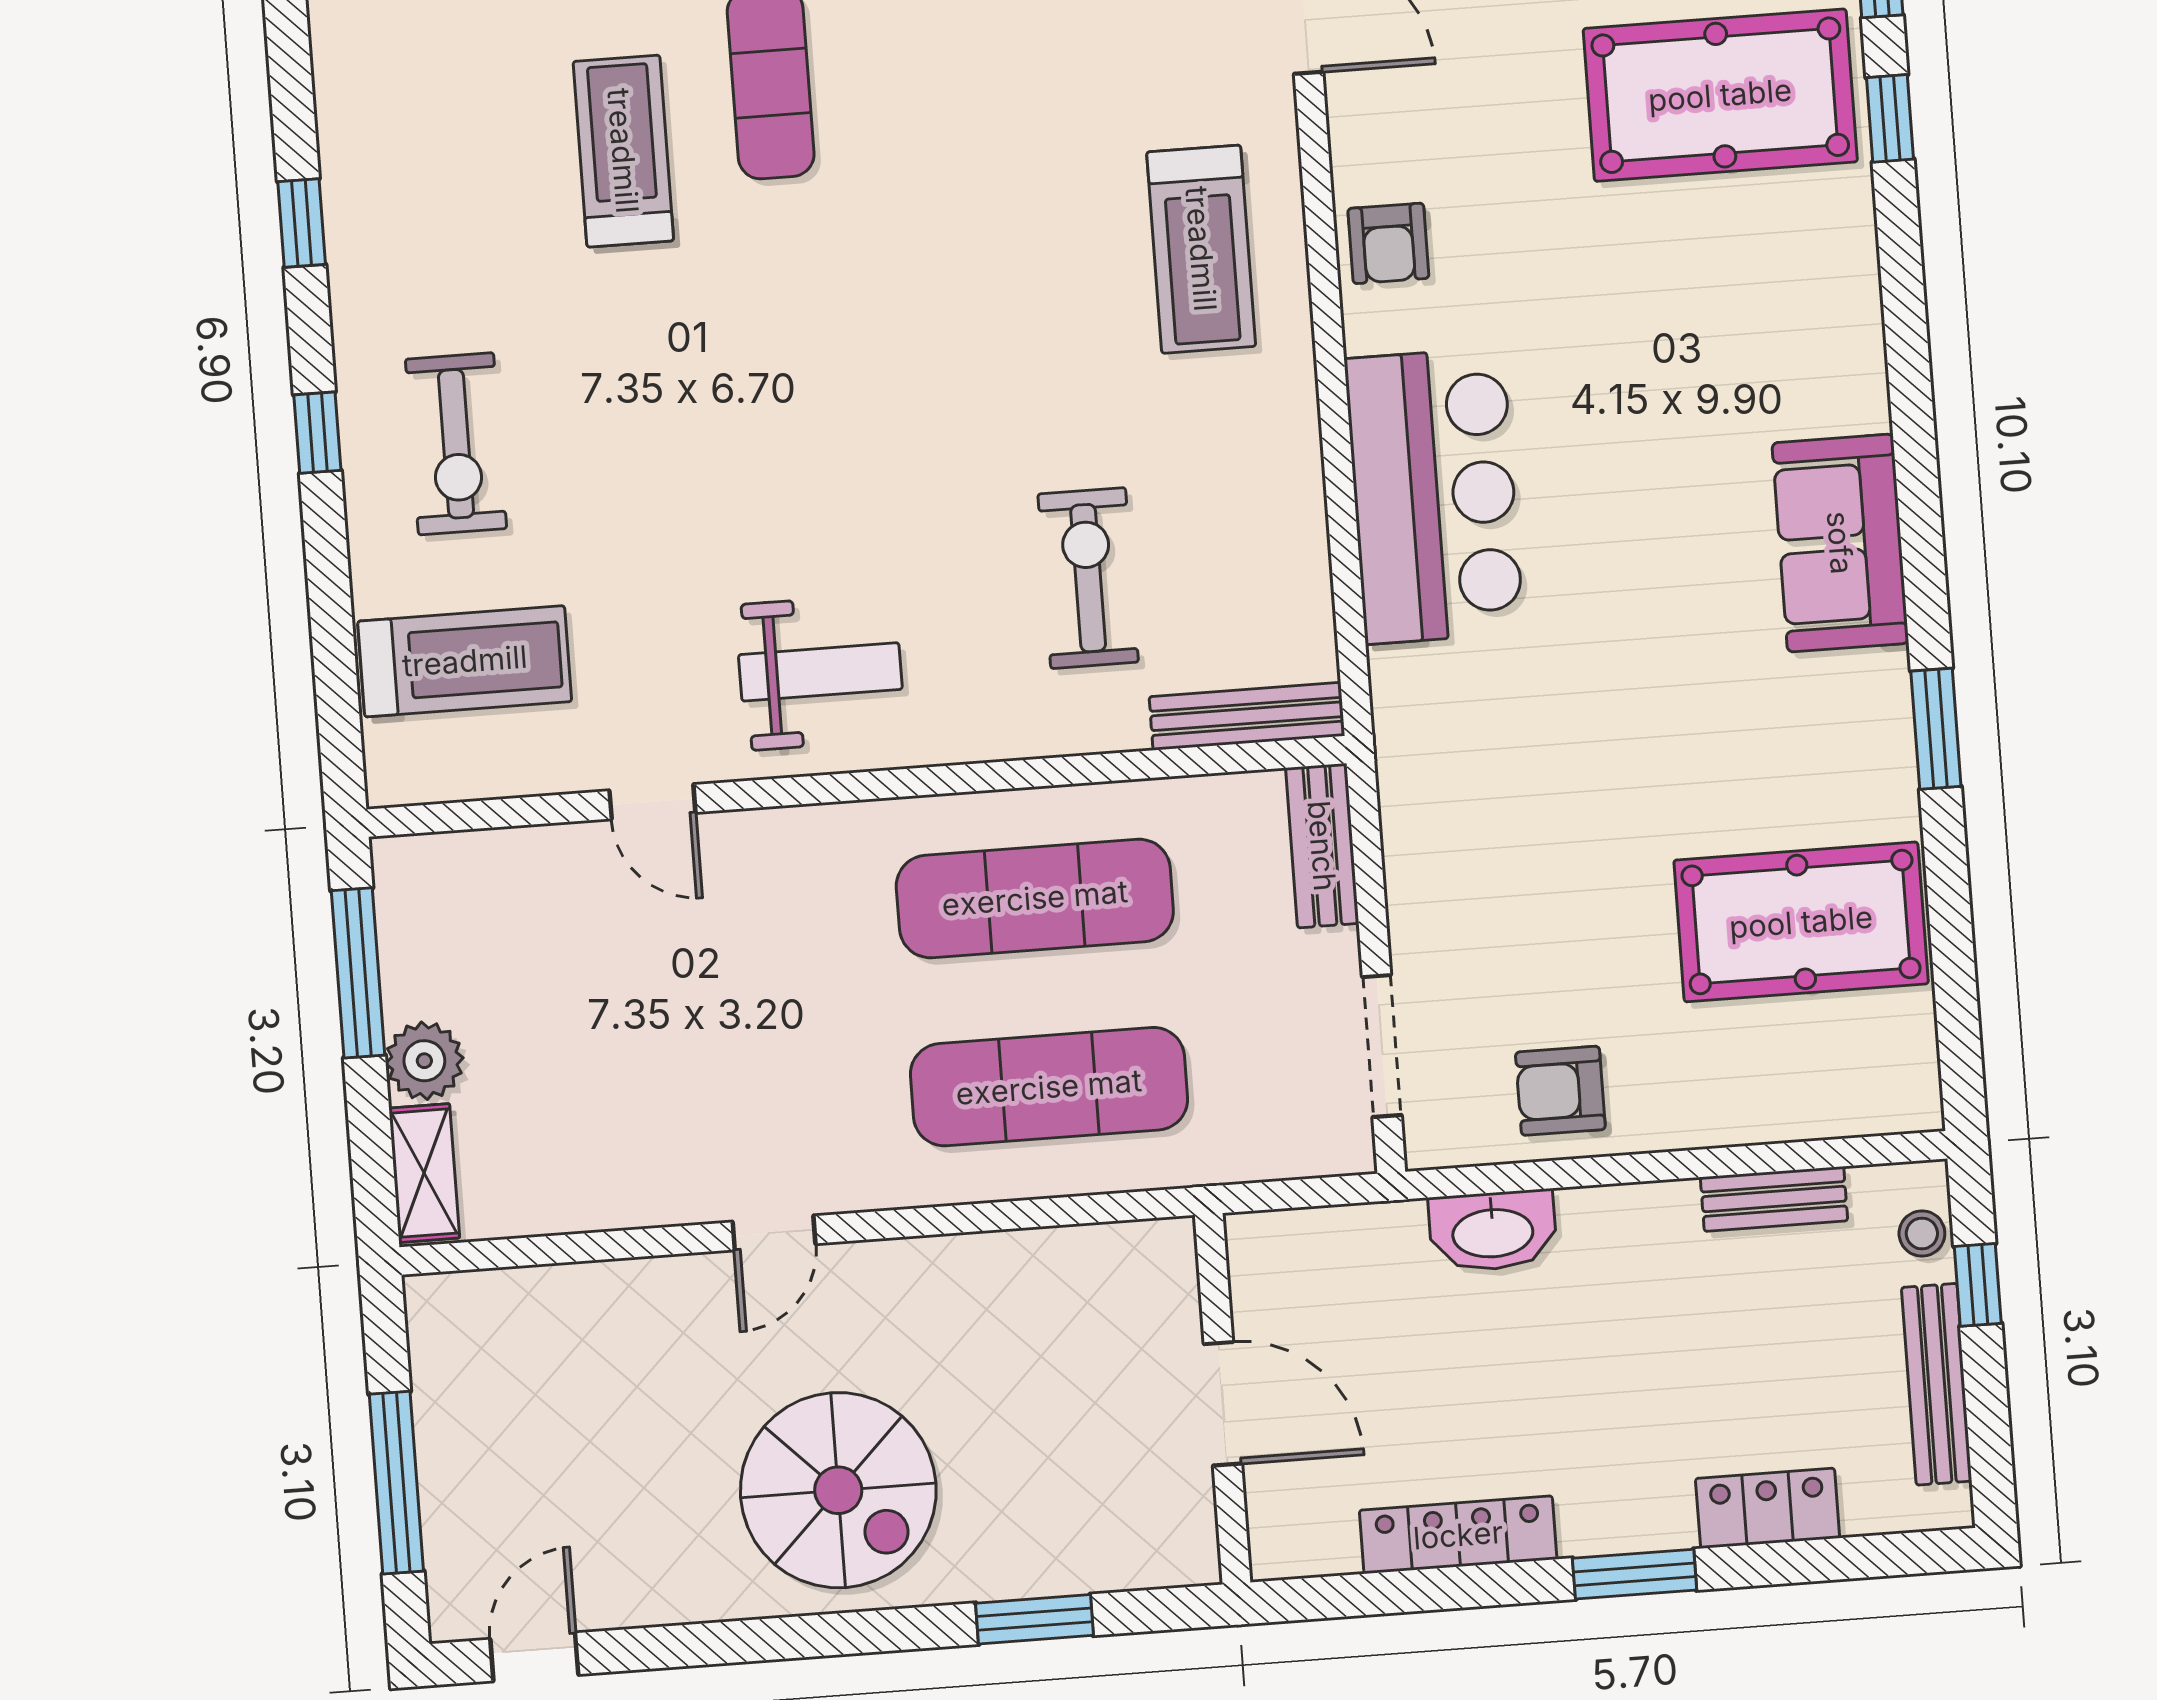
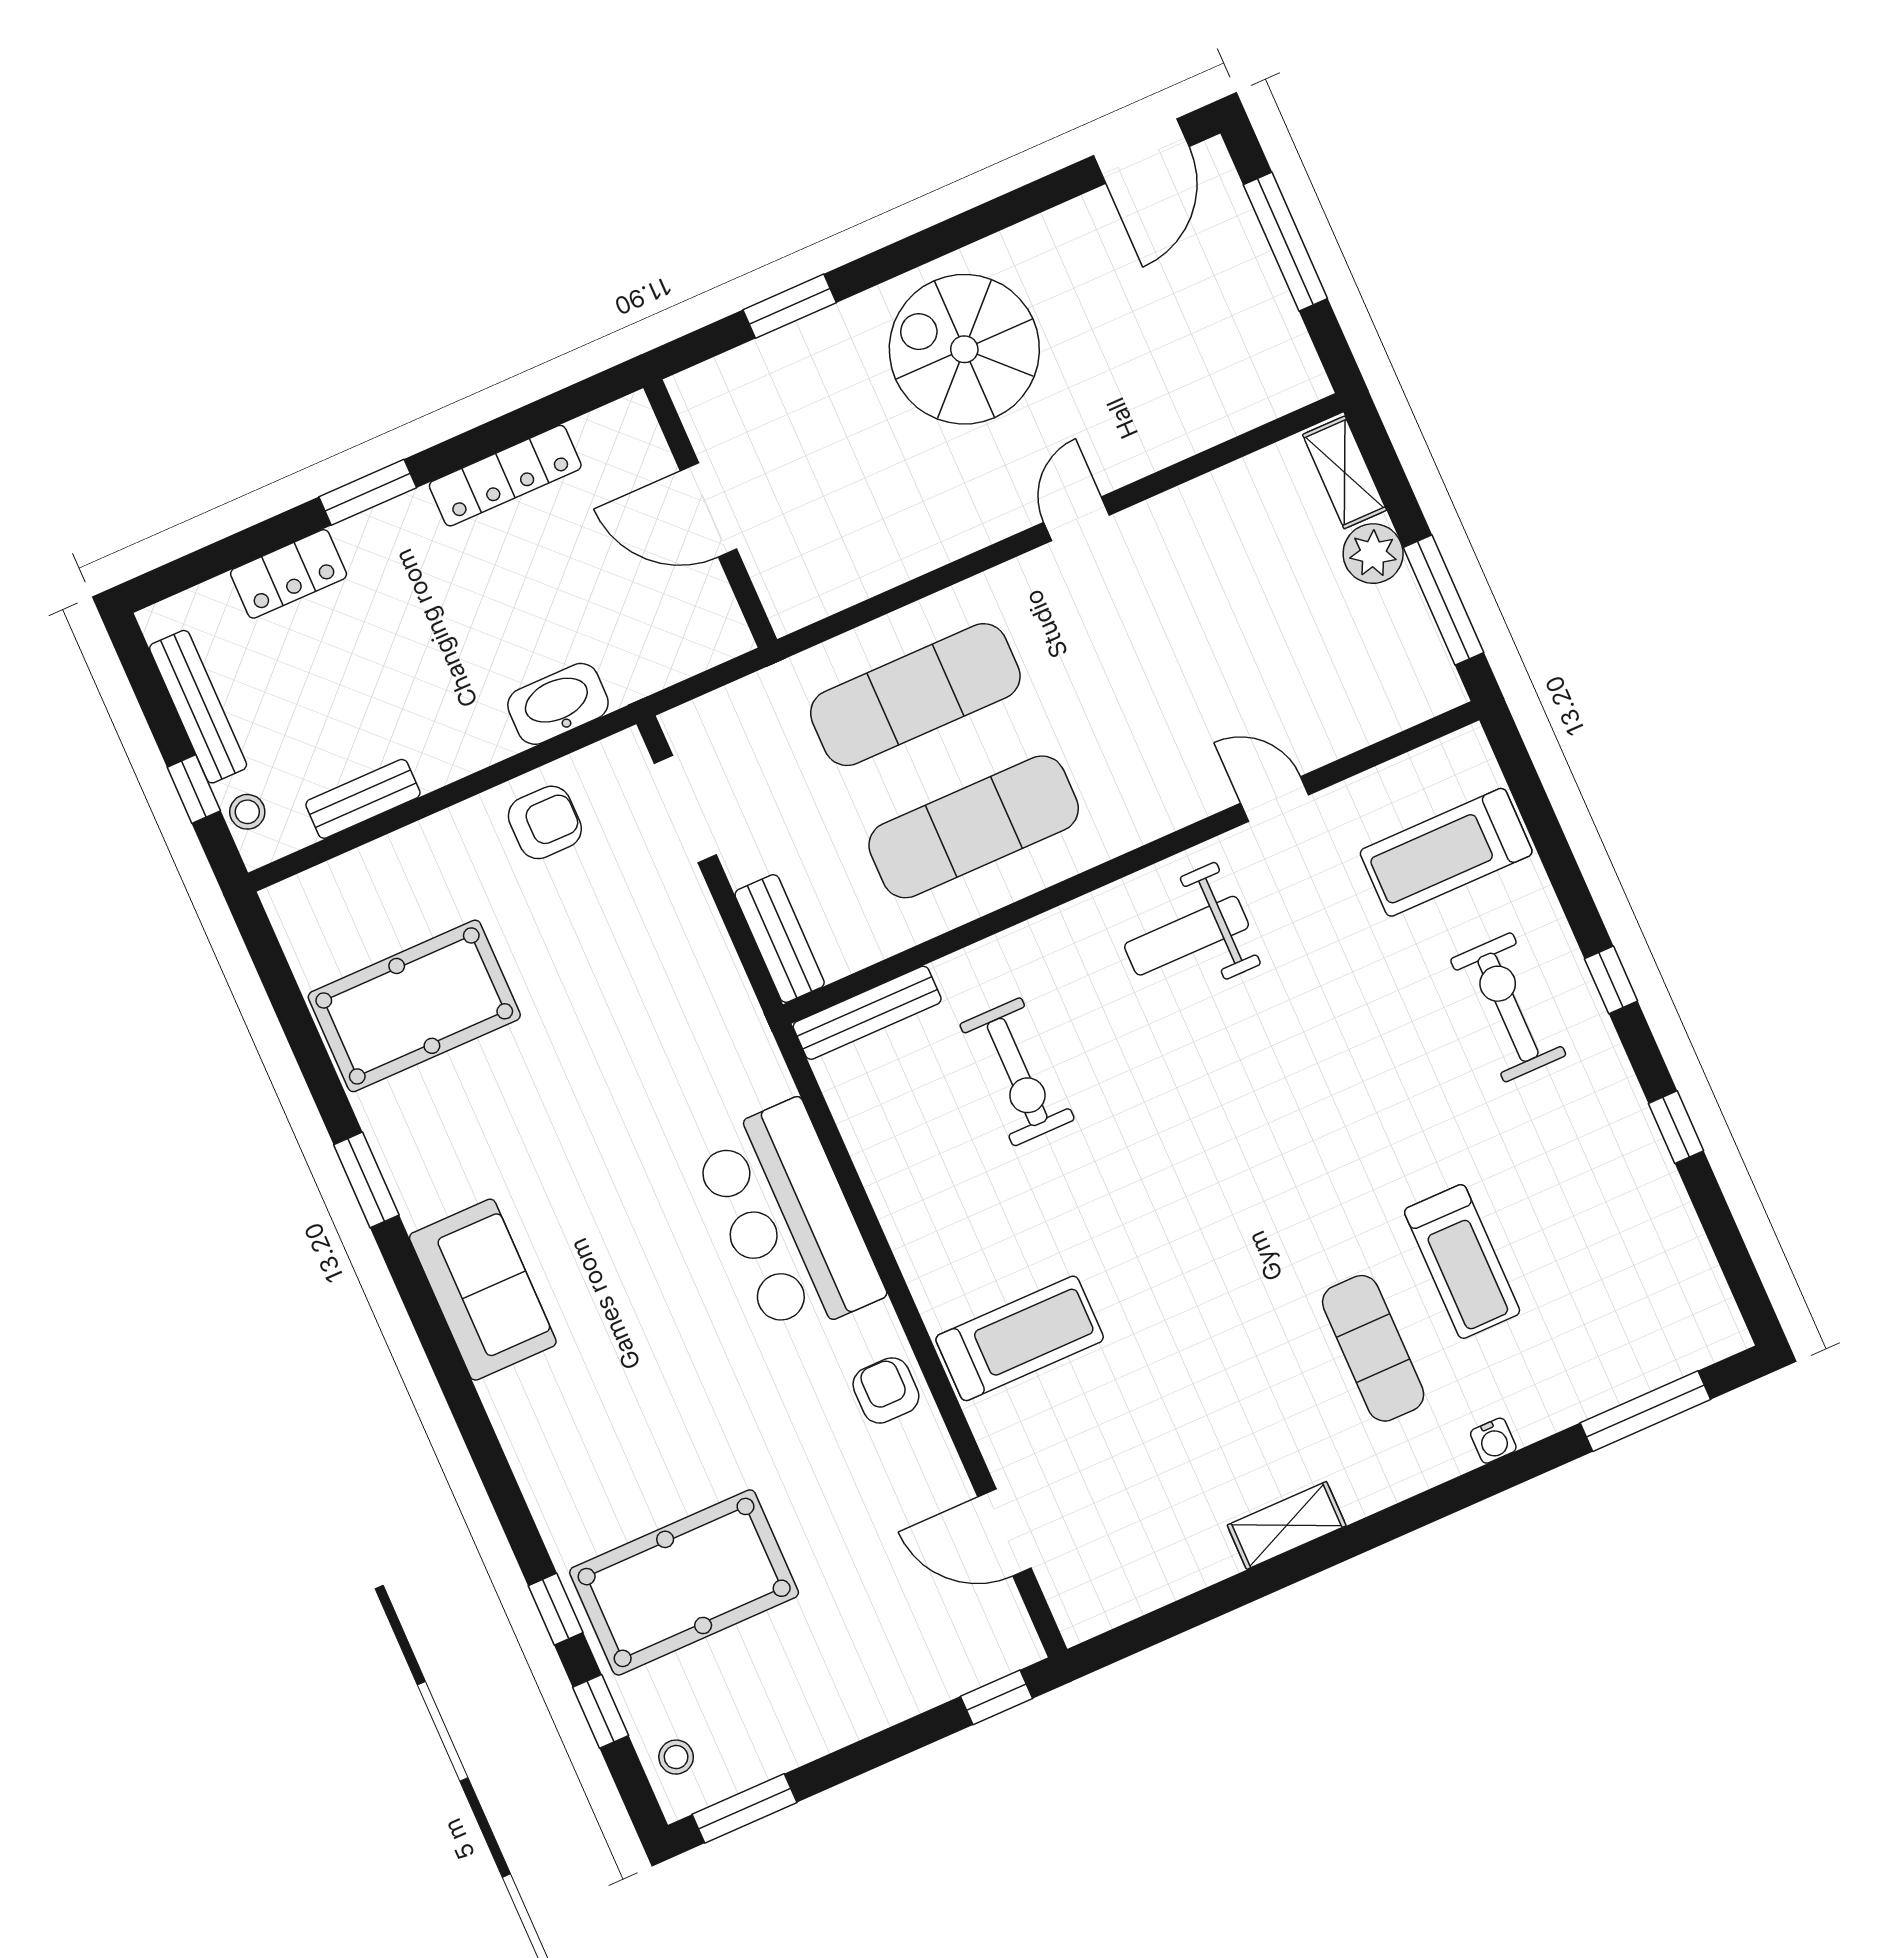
treadmill: (1201, 249) -> (1020, 1338), turned 90
door: (534, 1657) -> (1141, 151), width x1.38

